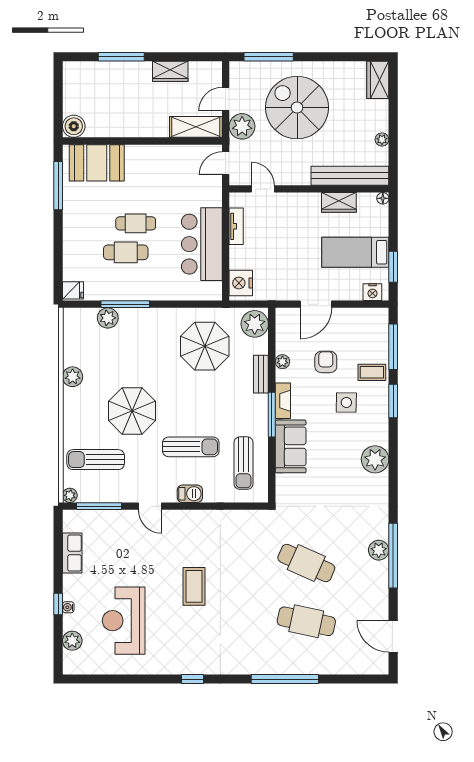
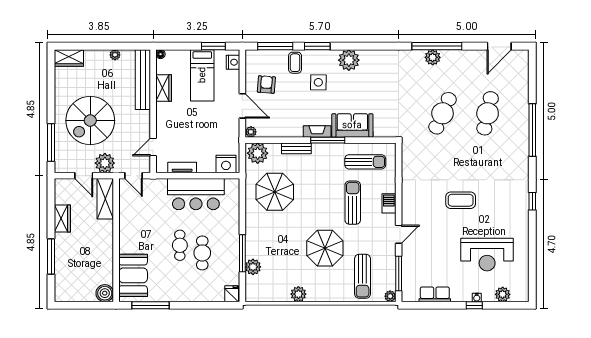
plant: (282, 362) -> (251, 132), moved
armchair: (326, 362) -> (266, 84), moved, turned 94
plant: (375, 459) -> (349, 60), moved

